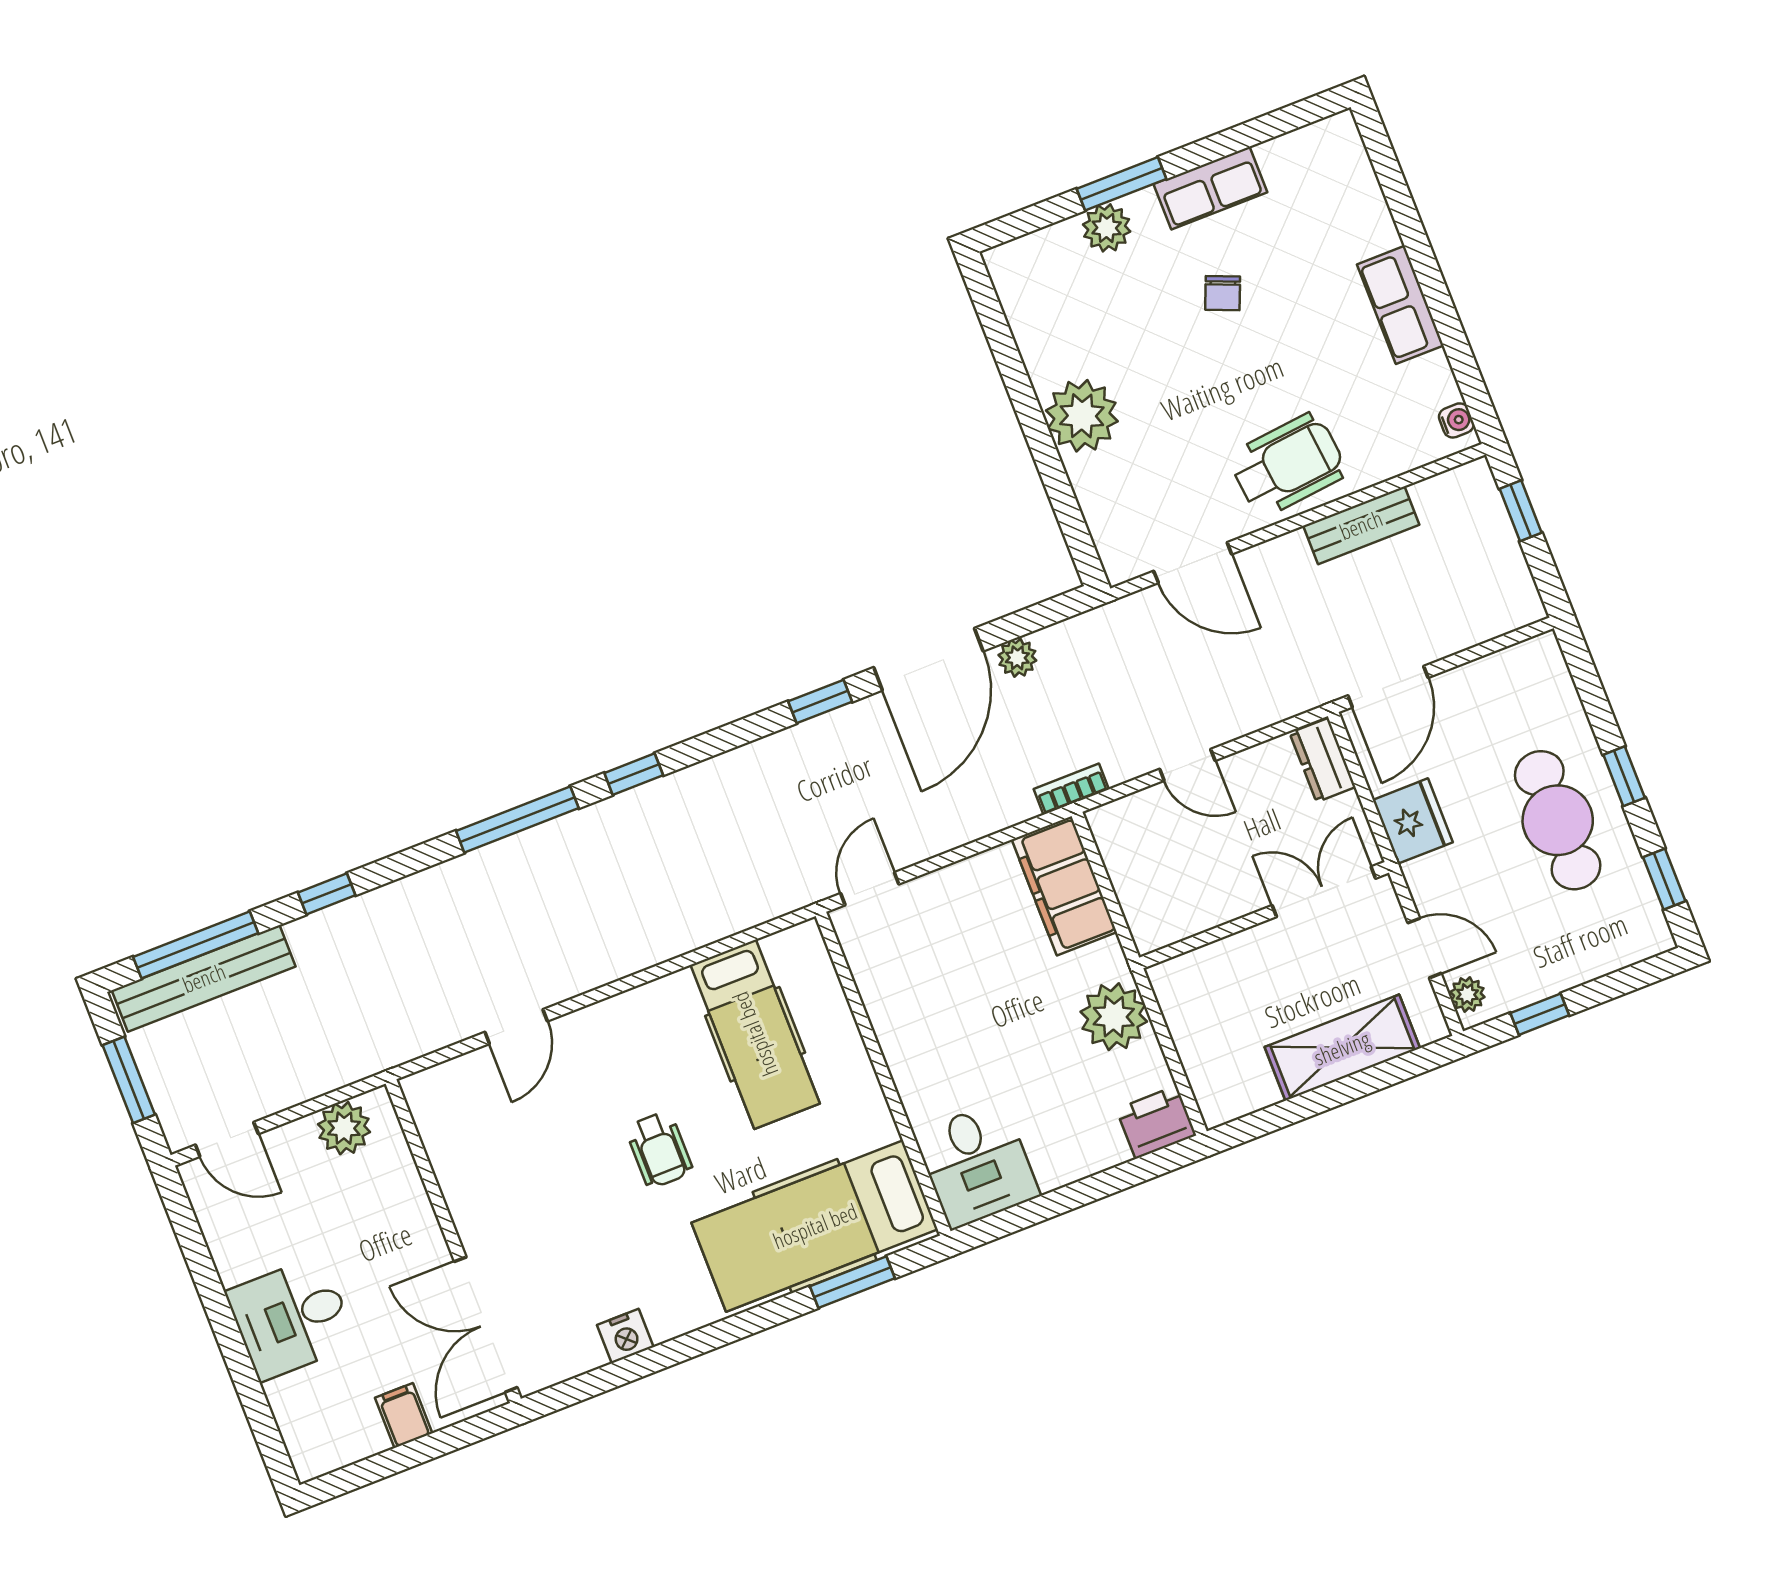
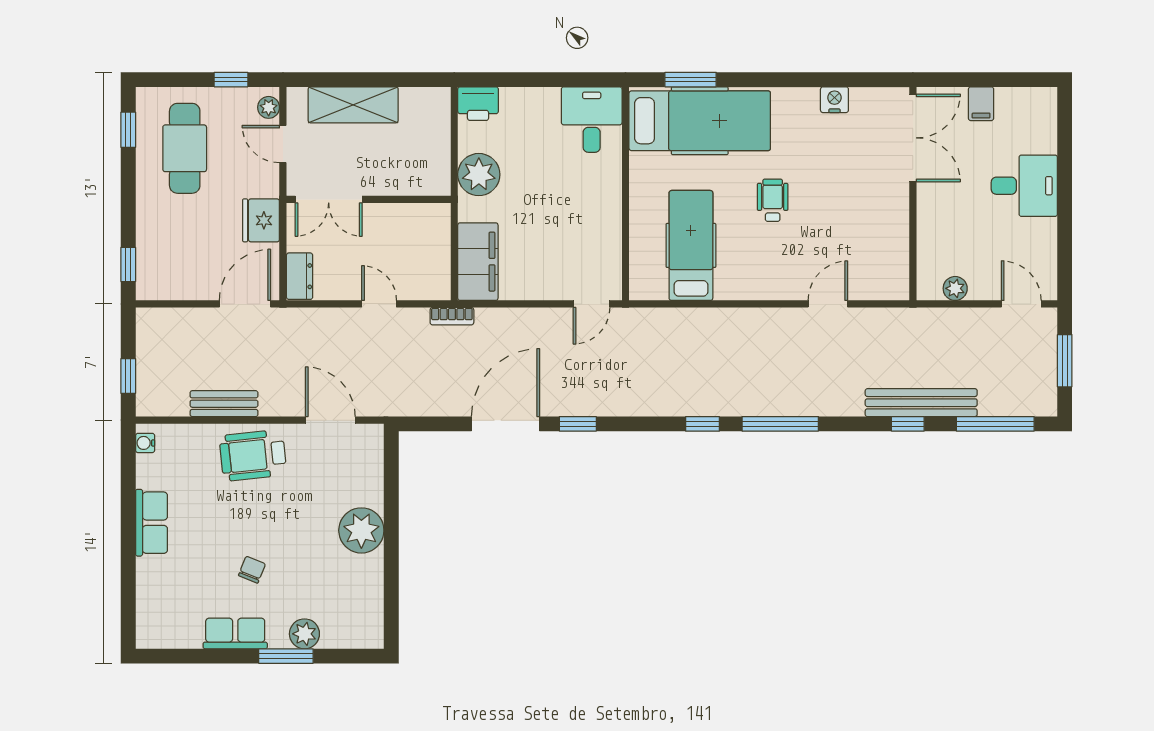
plant: (1017, 658) -> (454, 405), removed
window: (1624, 776) -> (128, 264), moved
cafe table: (1558, 820) -> (185, 148), moved
bench: (204, 978) -> (921, 403), moved
plant: (344, 1128) -> (955, 288), width x0.73, depth x0.73

